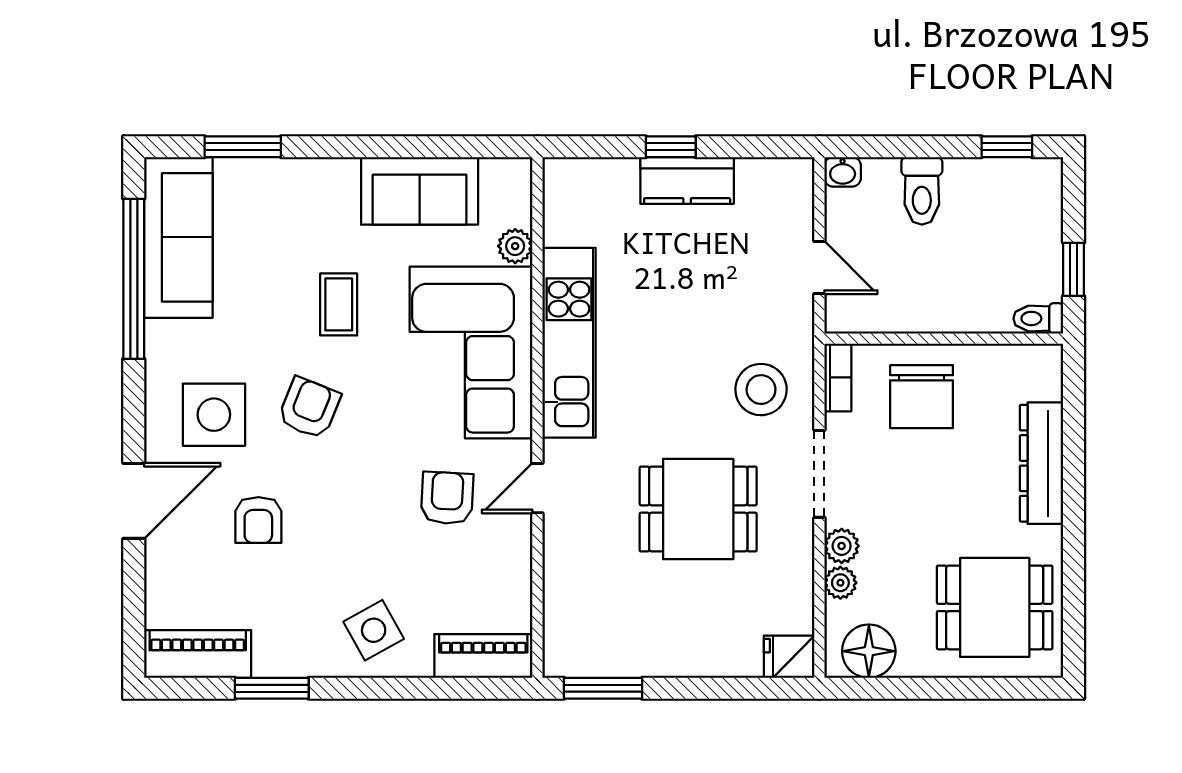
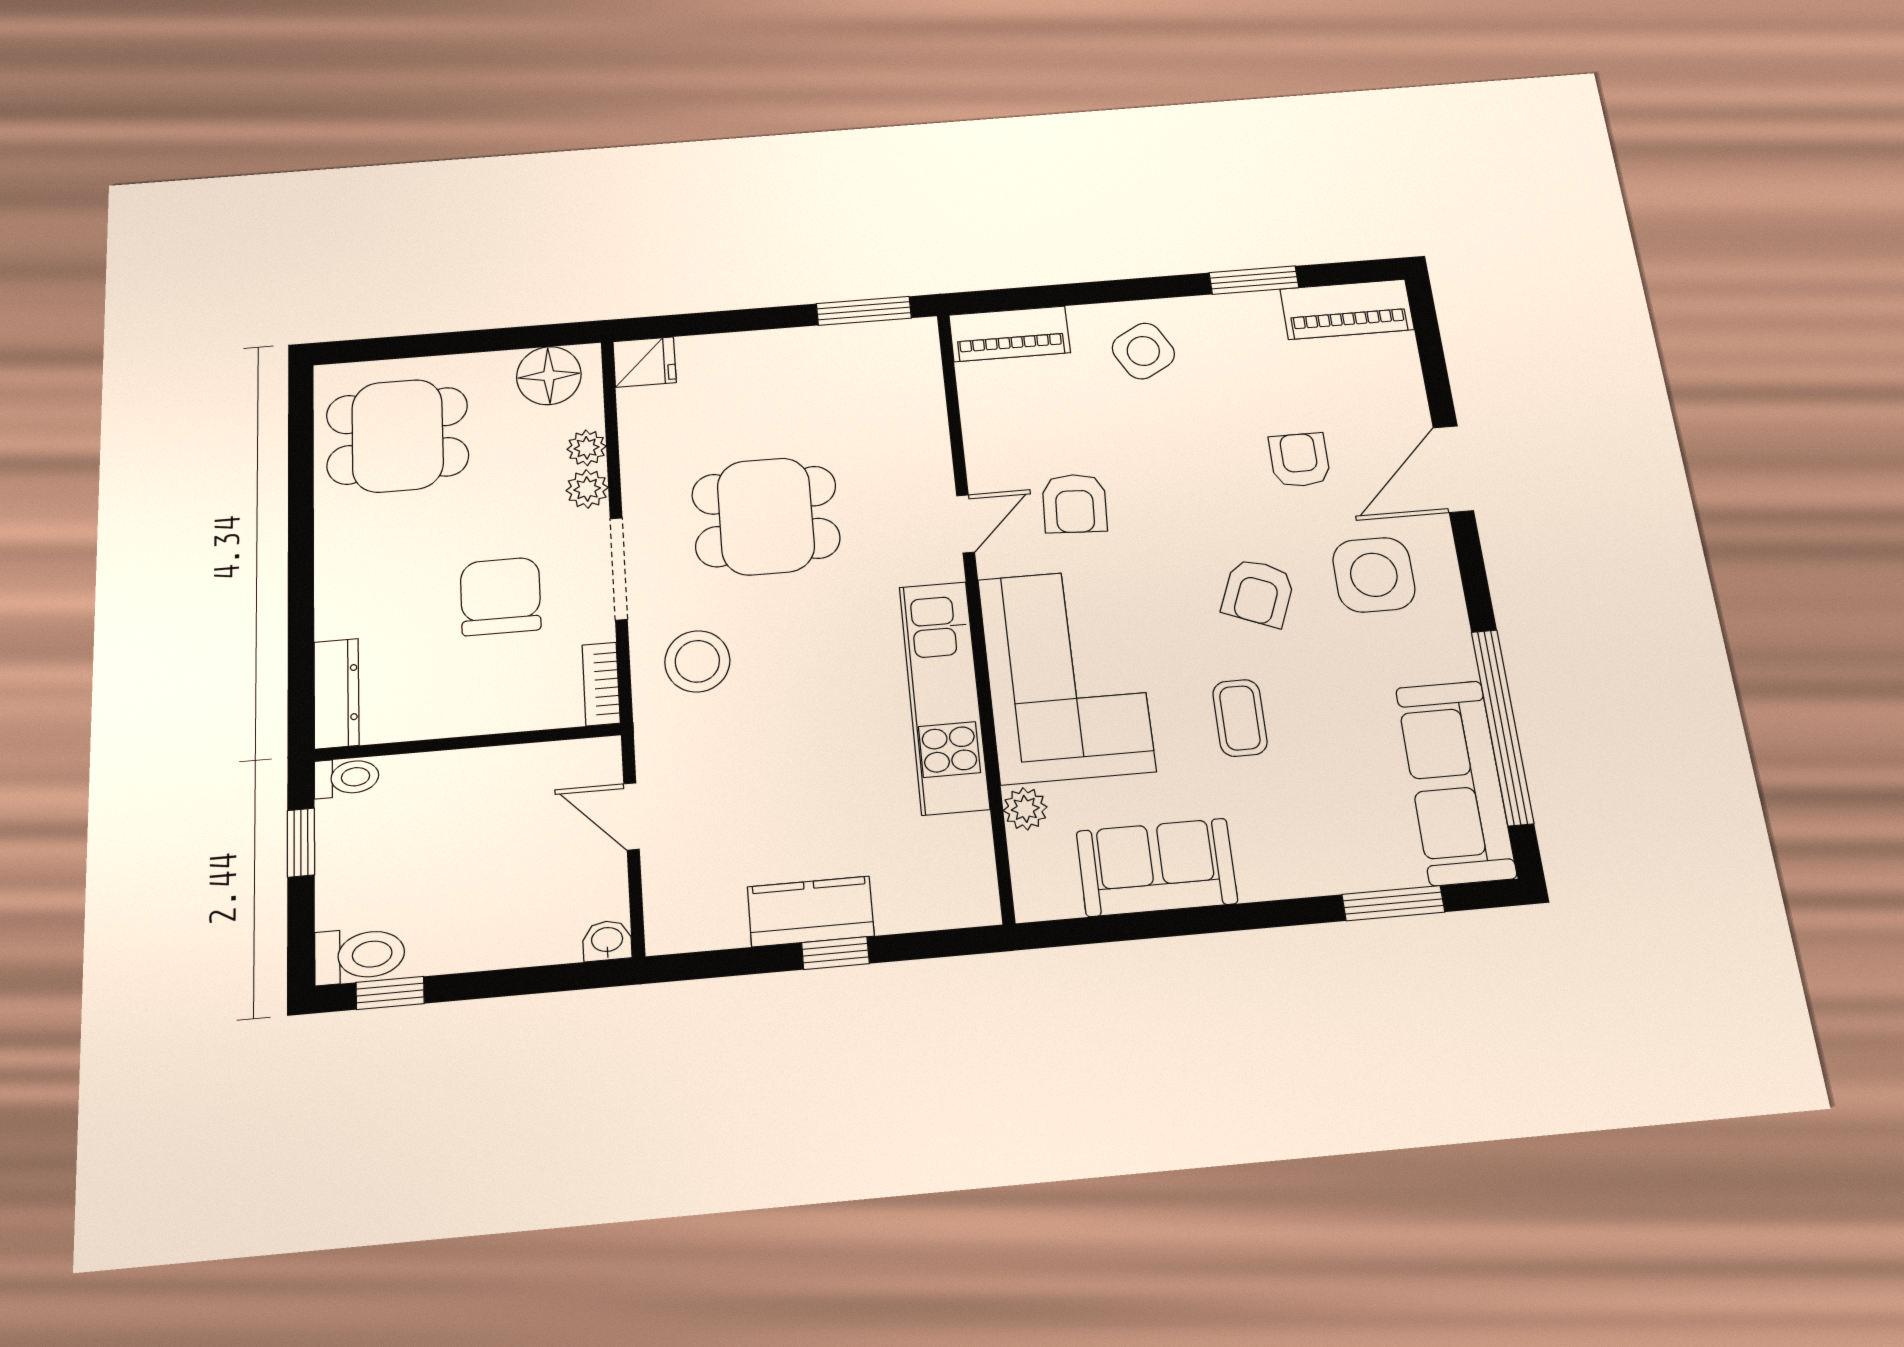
toilet: (922, 191) -> (360, 955), moved, turned 90
chair: (921, 397) -> (501, 596), moved
dresser: (1041, 463) -> (336, 693), moved, width x0.73, depth x0.80

